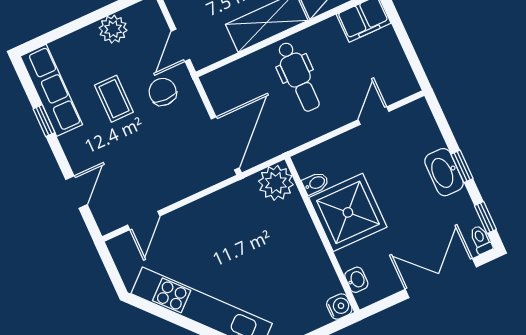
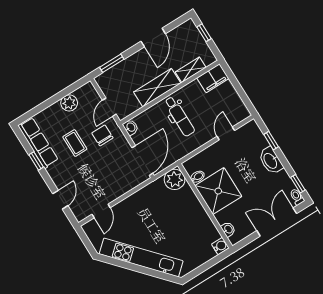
washbasin: (213, 84) -> (131, 127), added
window: (462, 166) -> (271, 141), moved

